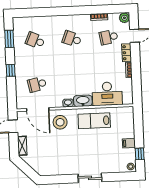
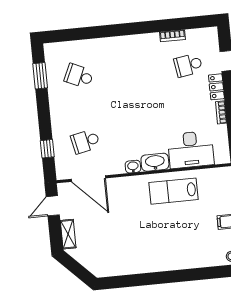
plant: (124, 18) -> (210, 35), removed
school desk: (72, 39) -> (134, 71), removed
window: (11, 70) -> (47, 149), moved
stool: (60, 122) -> (123, 196), removed
sliding door: (90, 178) -> (172, 277), removed

